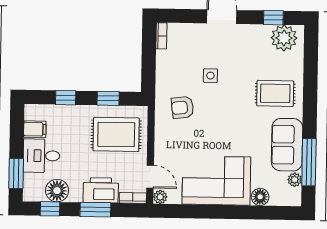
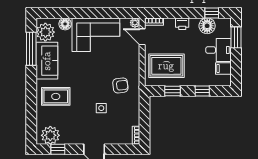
plant: (295, 180) -> (45, 32), width x1.88, depth x1.88
printer: (101, 190) -> (182, 24), width x0.53, depth x0.68
window: (95, 210) -> (180, 13), removed

